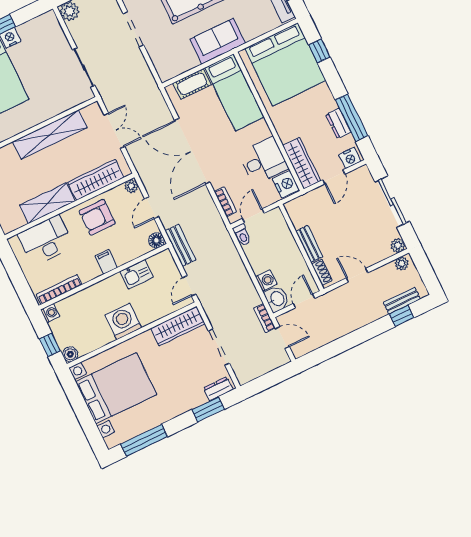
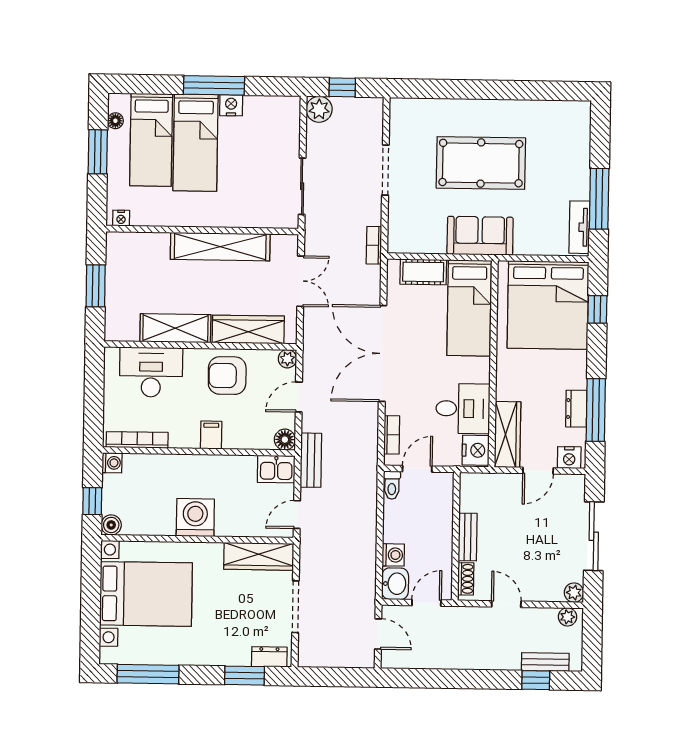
kitchen sink: (137, 274) -> (276, 469), moved
bookcase: (265, 318) -> (374, 245), moved

